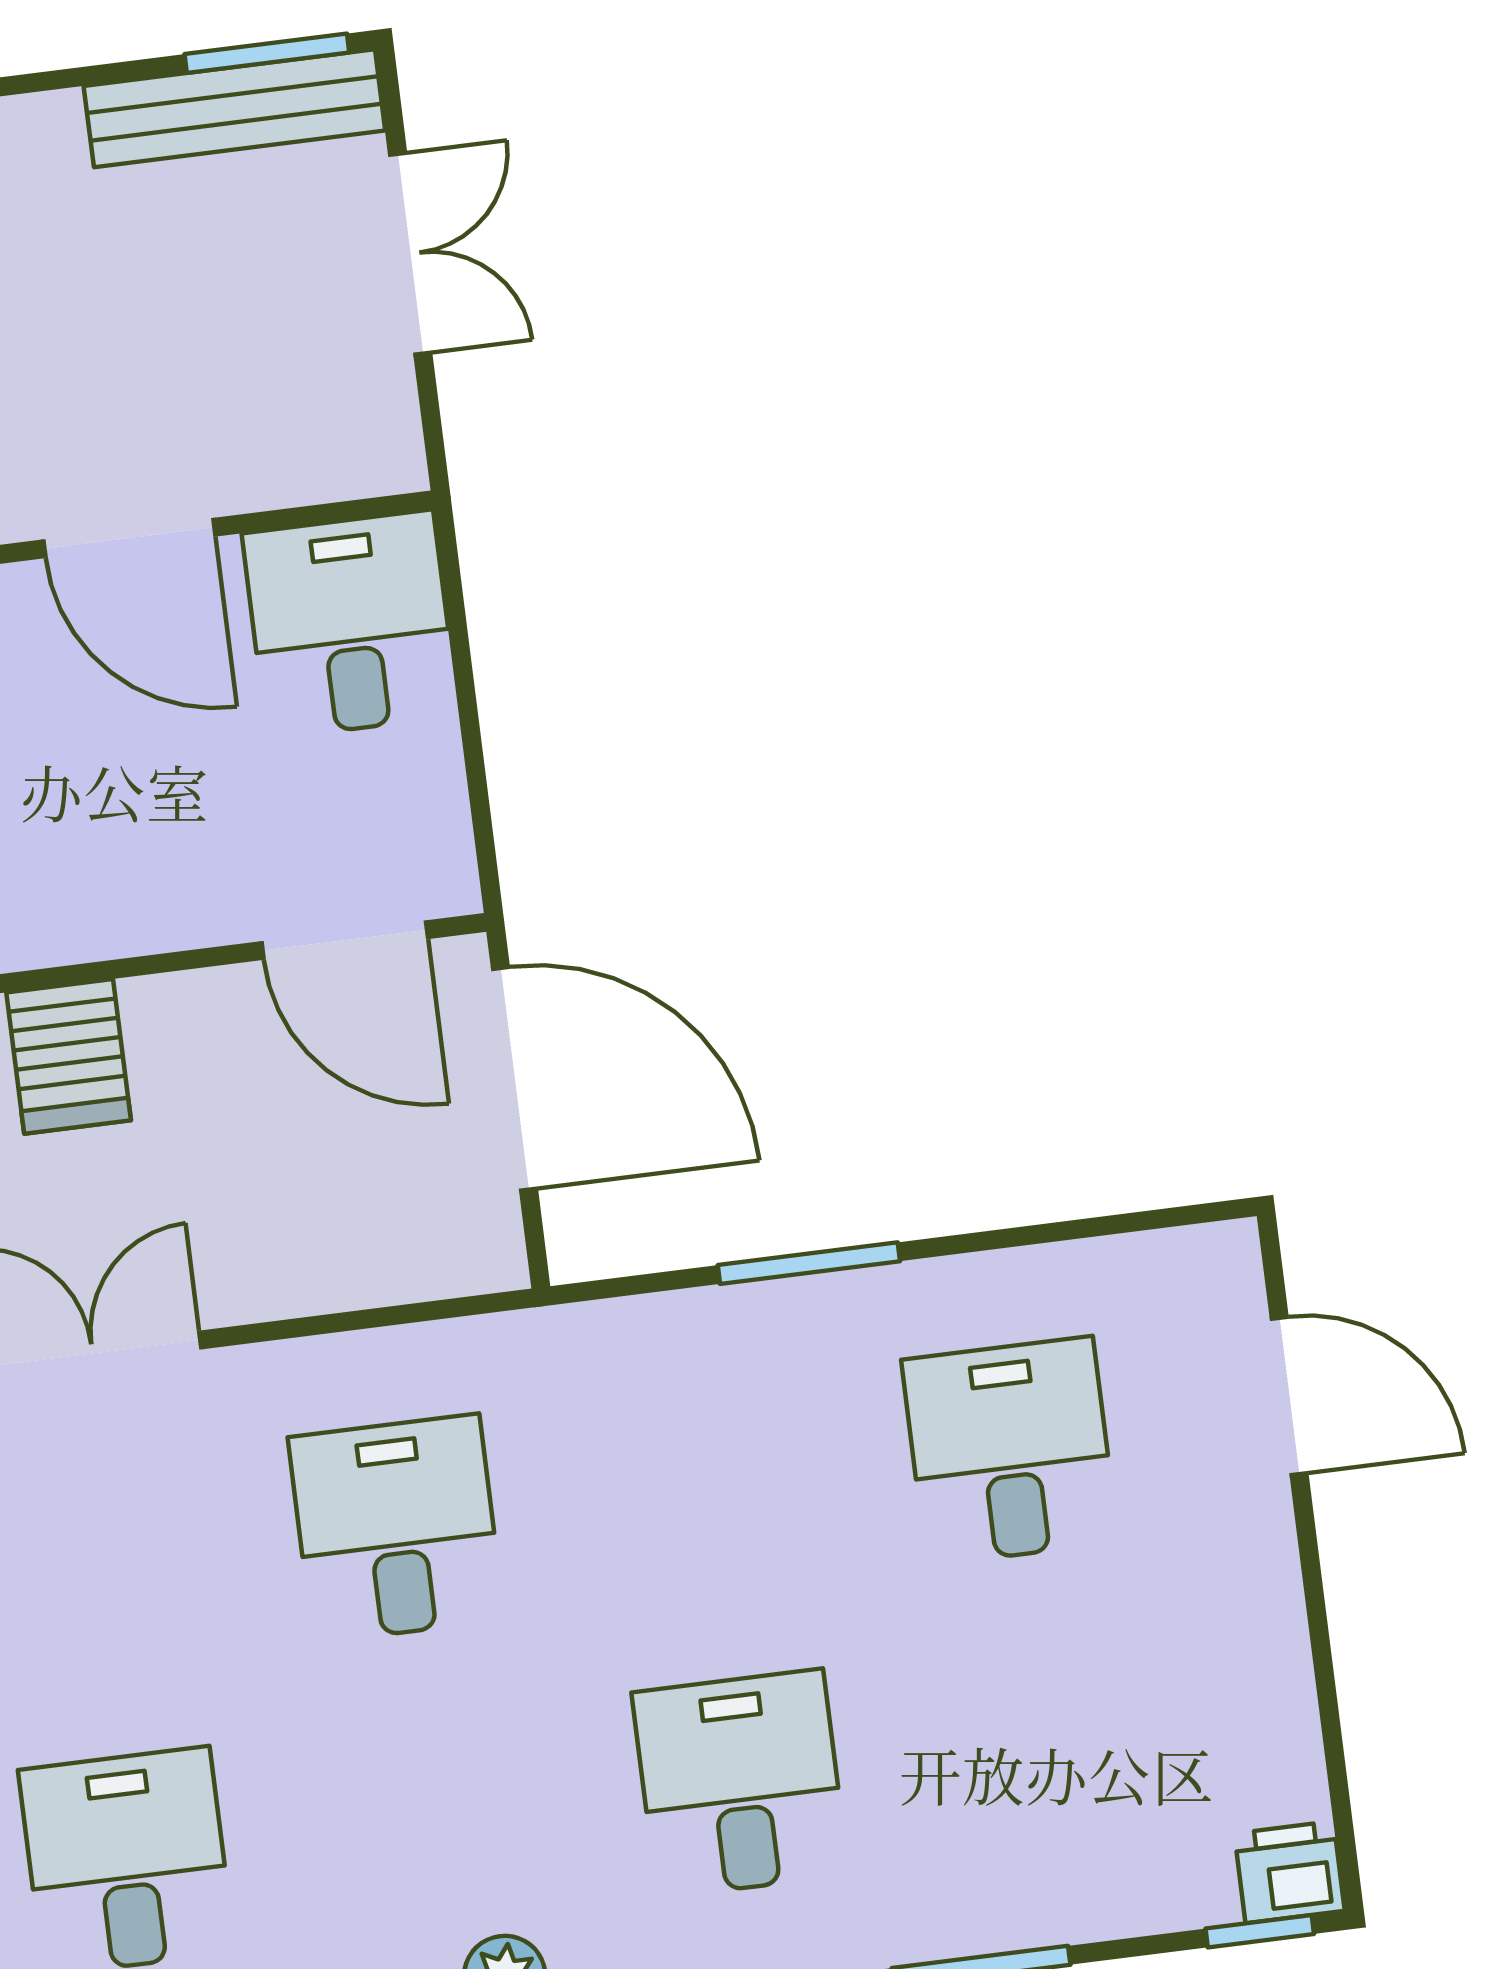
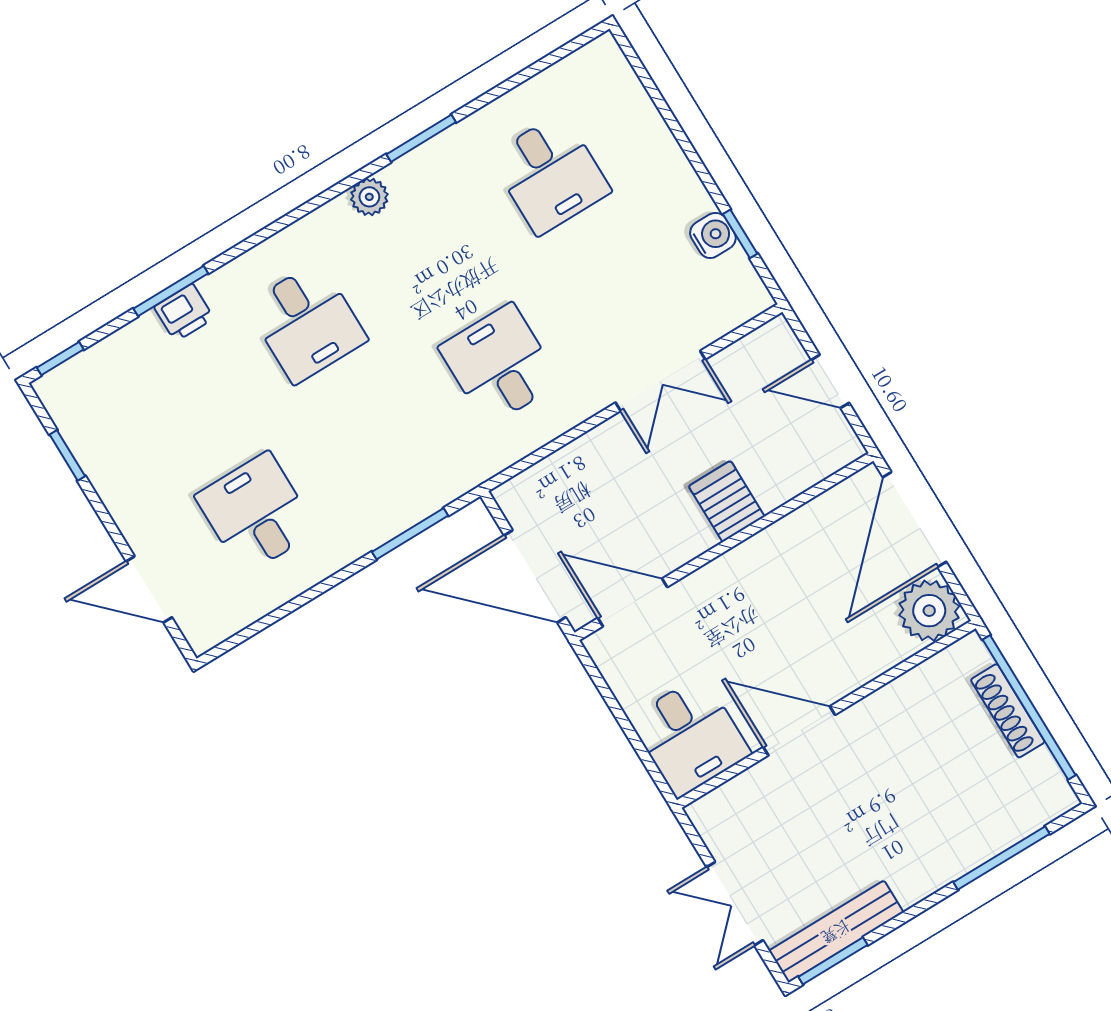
window: (809, 1263) -> (410, 534), moved
desk: (1010, 1451) -> (256, 513), turned 180
desk: (396, 1528) -> (500, 365), turned 180
window: (1332, 1734) -> (67, 455), added
printer: (1289, 1872) -> (184, 313), moved

